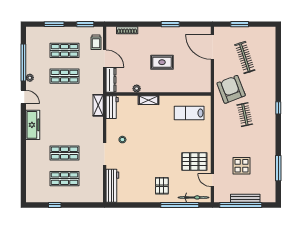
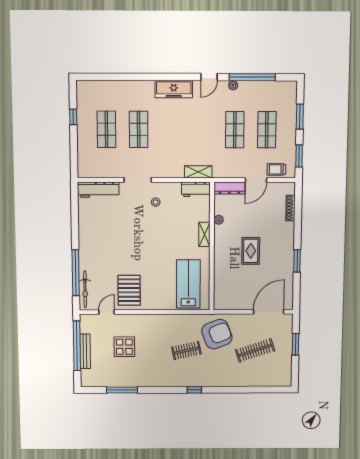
lab bench: (189, 113) -> (188, 284), width x1.36, depth x1.39
pallet: (162, 186) -> (99, 251), removed

